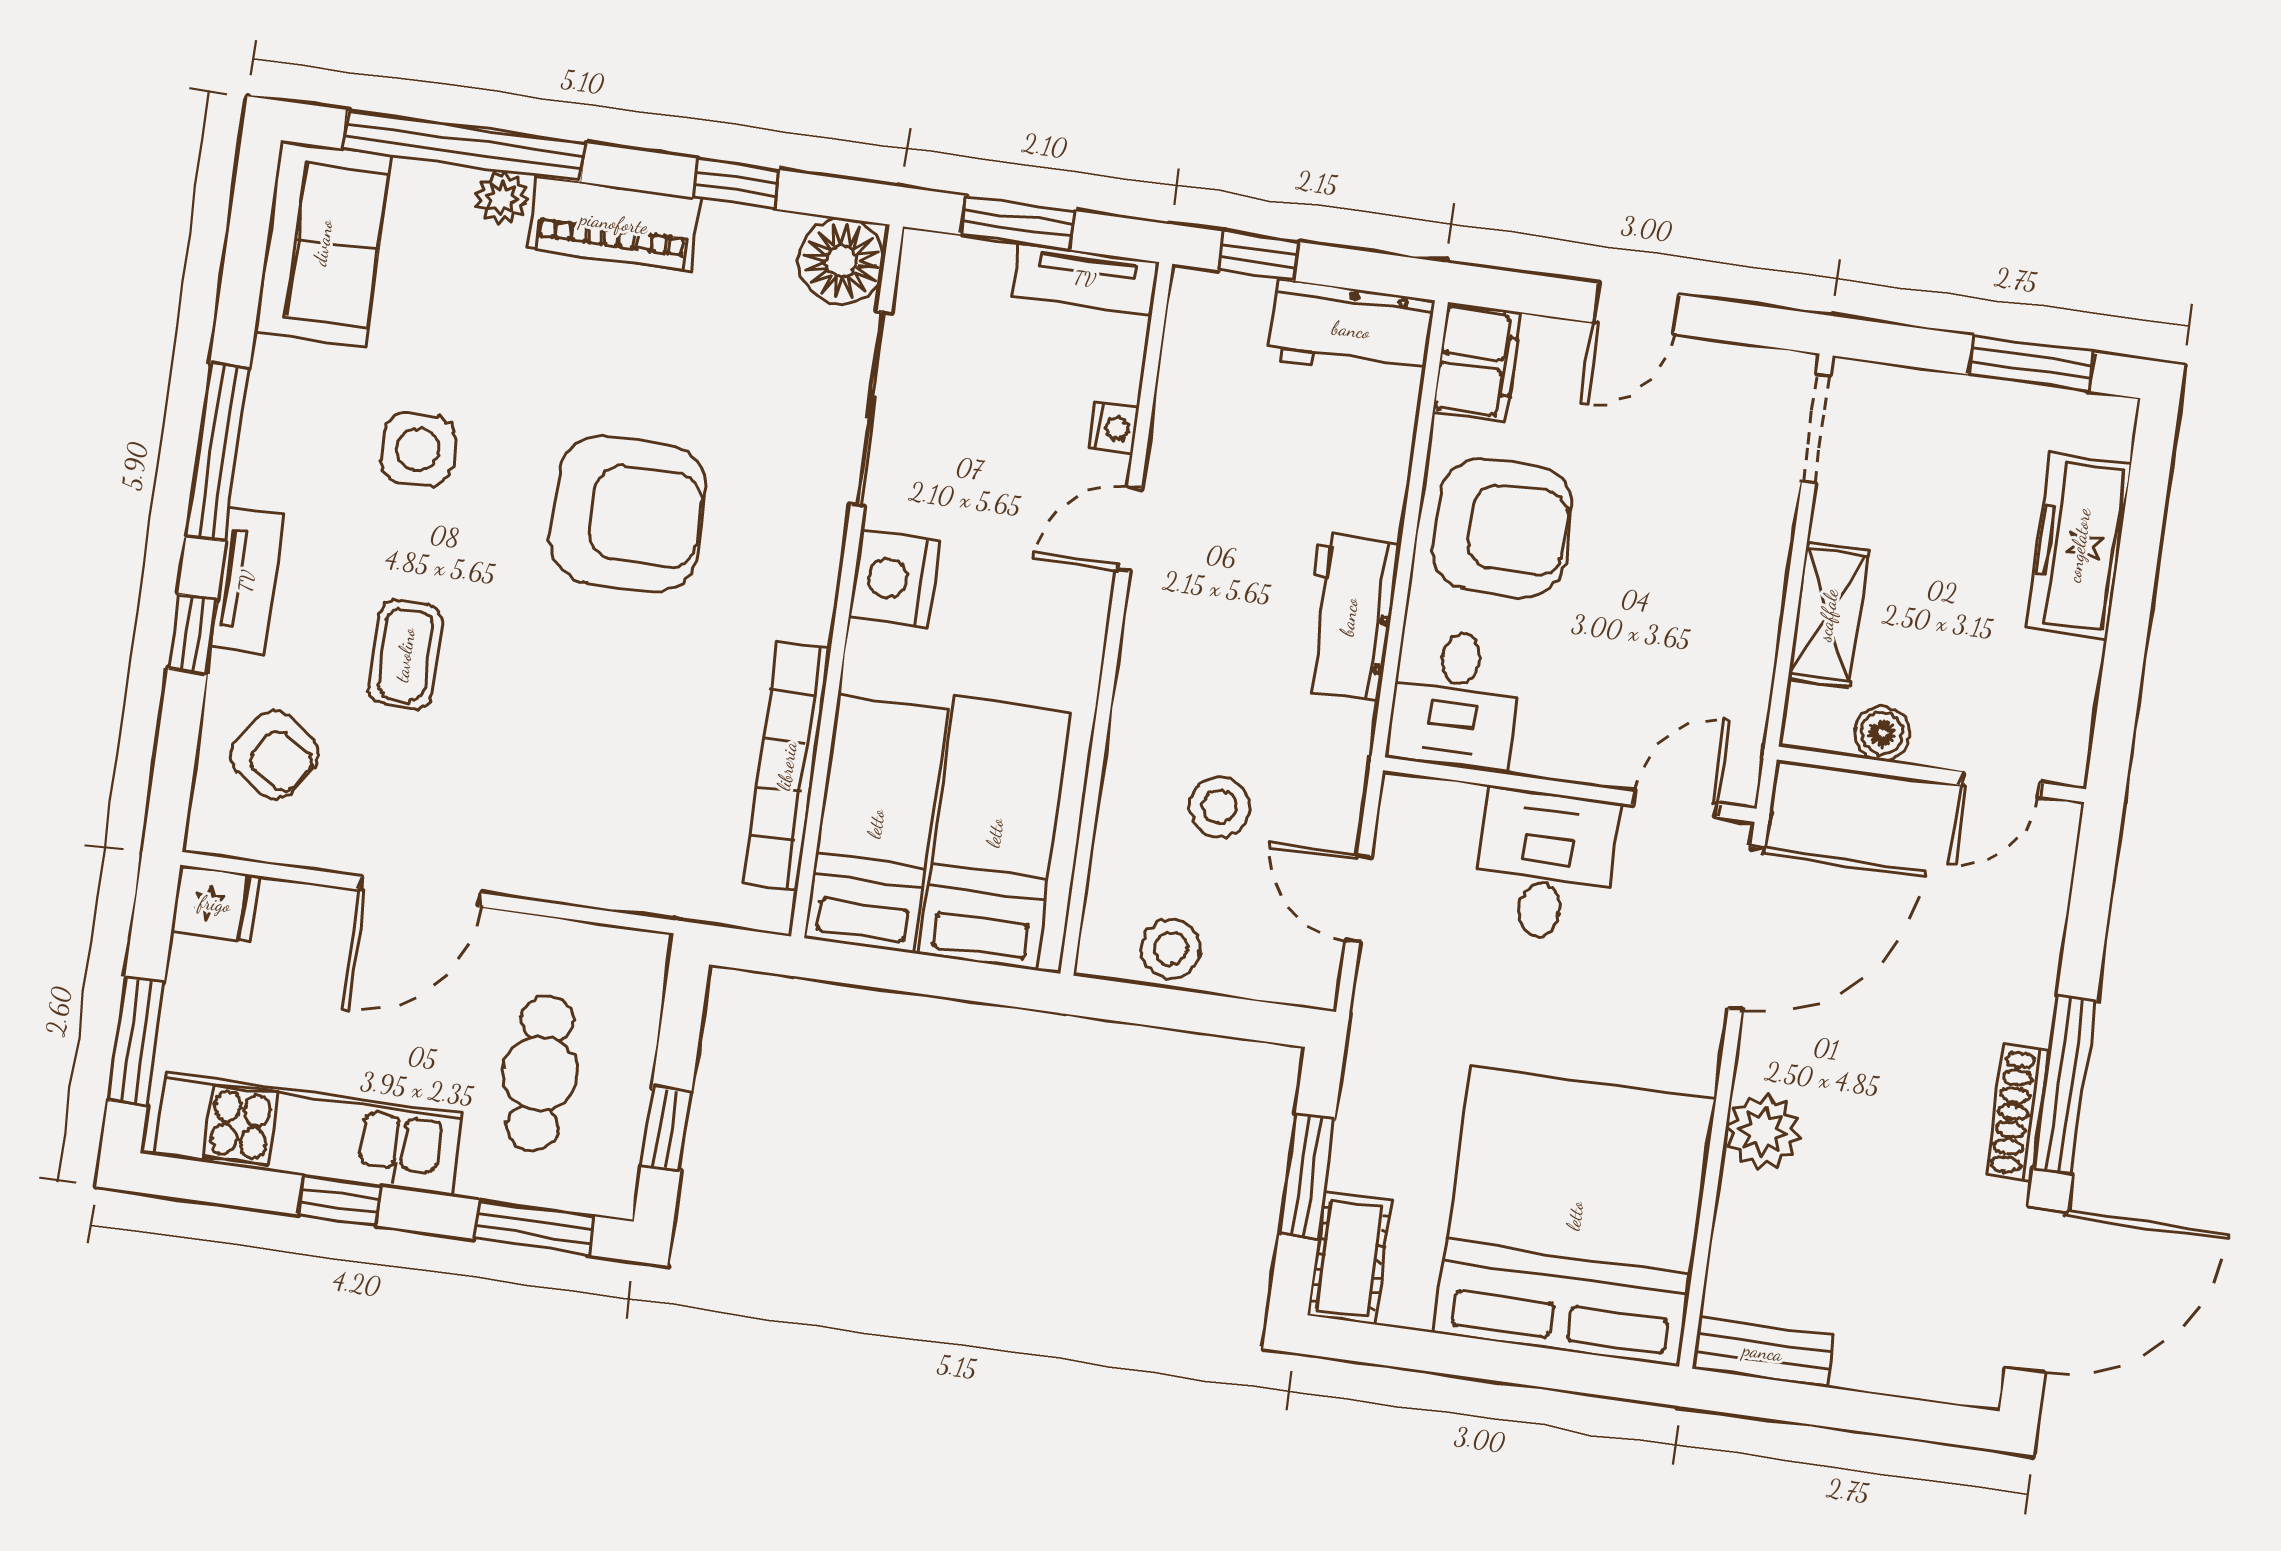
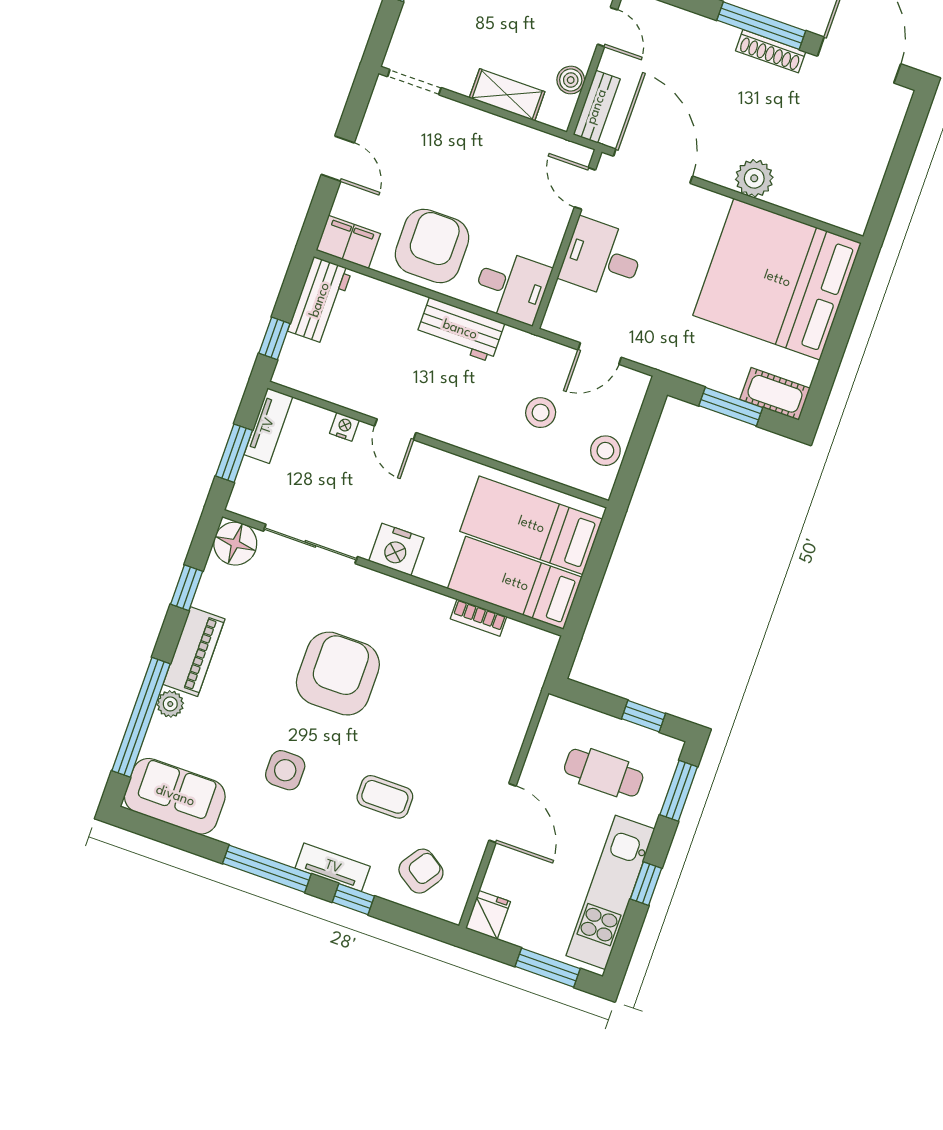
bookcase: (787, 766) -> (479, 618), width x0.43, depth x0.76
bench: (1763, 1352) -> (597, 107), moved

